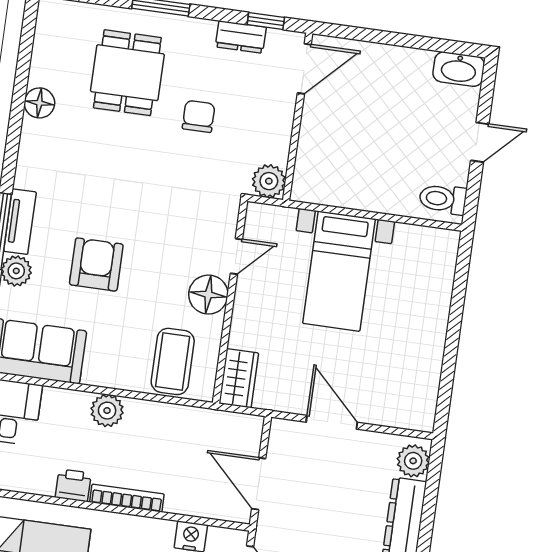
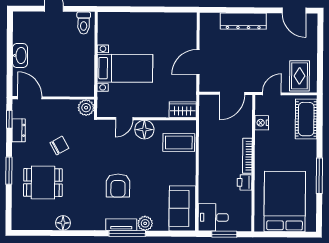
washbasin: (459, 69) -> (20, 56), moved
chair: (199, 116) -> (59, 146), turned 151
door: (236, 256) -> (124, 119), swing flipped
armchair: (96, 264) -> (118, 186), moved, turned -90
plant: (107, 411) -> (207, 171), removed
plant: (413, 461) -> (211, 21), removed

